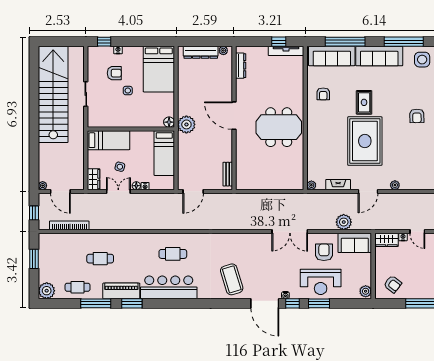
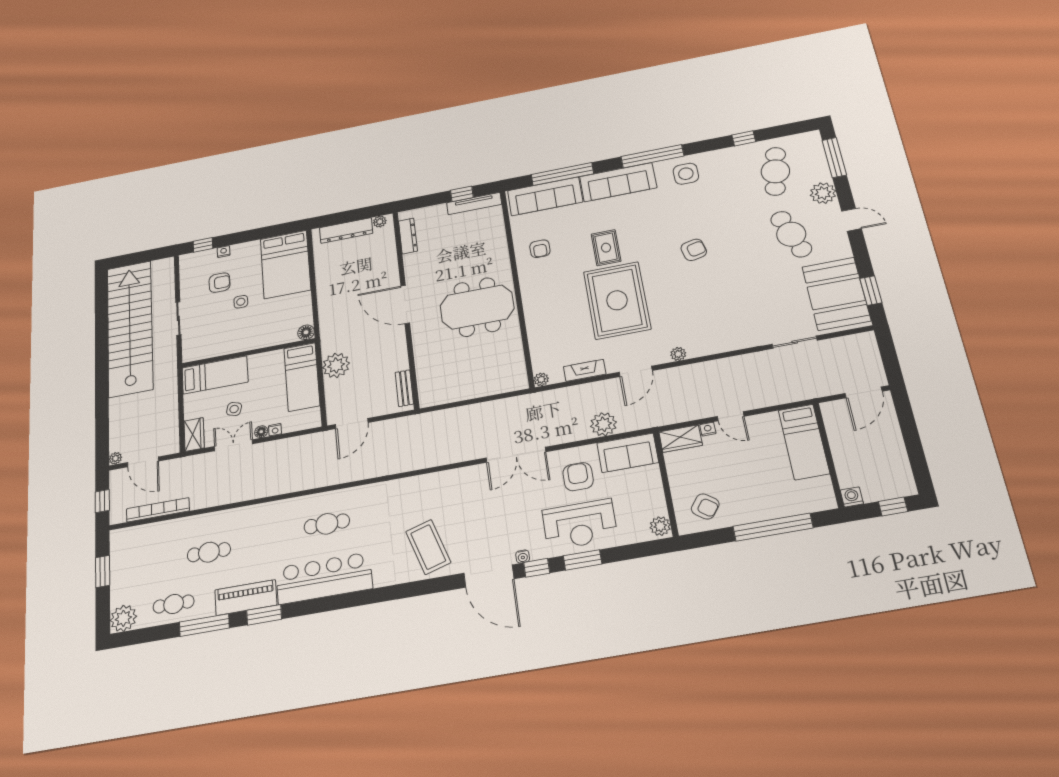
armchair: (417, 116) -> (694, 250), turned -102
plant: (186, 124) -> (336, 365), moved

